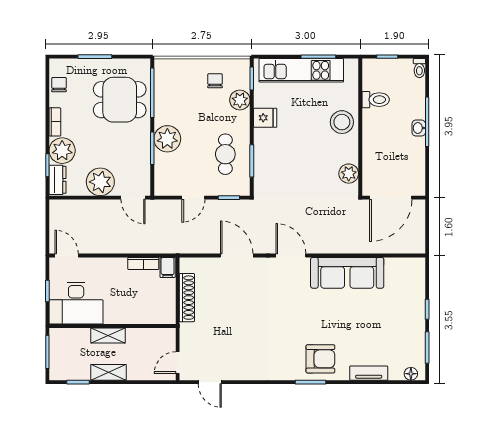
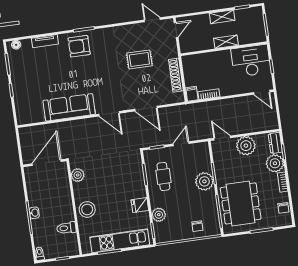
chair: (215, 81) -> (197, 226), moved
dining table: (120, 100) -> (241, 203), width x1.38
rug: (236, 328) -> (139, 59), added

